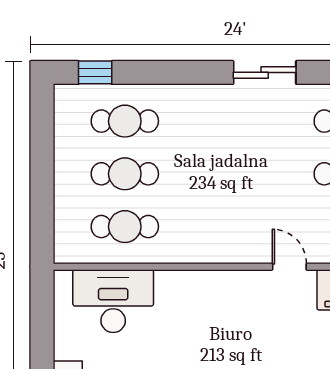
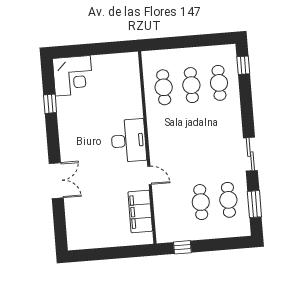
door: (289, 267) -> (150, 175), hinge flipped
desk: (113, 301) -> (129, 141), moved

